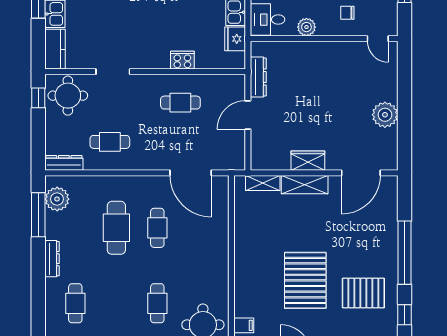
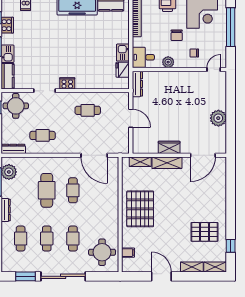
door: (378, 39) -> (214, 69), swing flipped
cooker: (182, 60) -> (67, 83), moved
dresser: (258, 77) -> (137, 84), moved
door: (248, 115) -> (131, 118), swing flipped
window: (404, 253) -> (231, 206), removed
pallet: (305, 280) -> (140, 209), moved
cafe table: (116, 303) -> (47, 239), added

